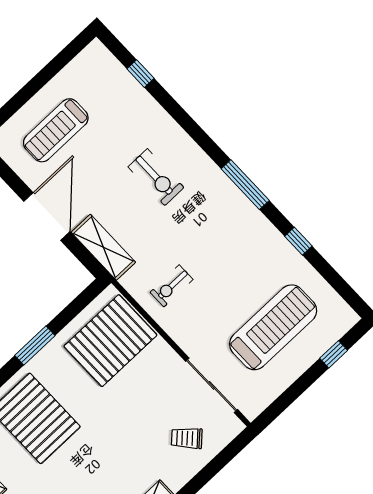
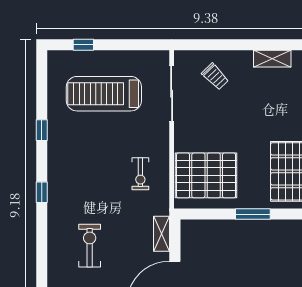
window: (245, 185) -> (42, 192), width x0.46
shelving: (103, 247) -> (162, 234), width x0.67, depth x0.75
exercise bike: (171, 286) -> (140, 174), turned 90

